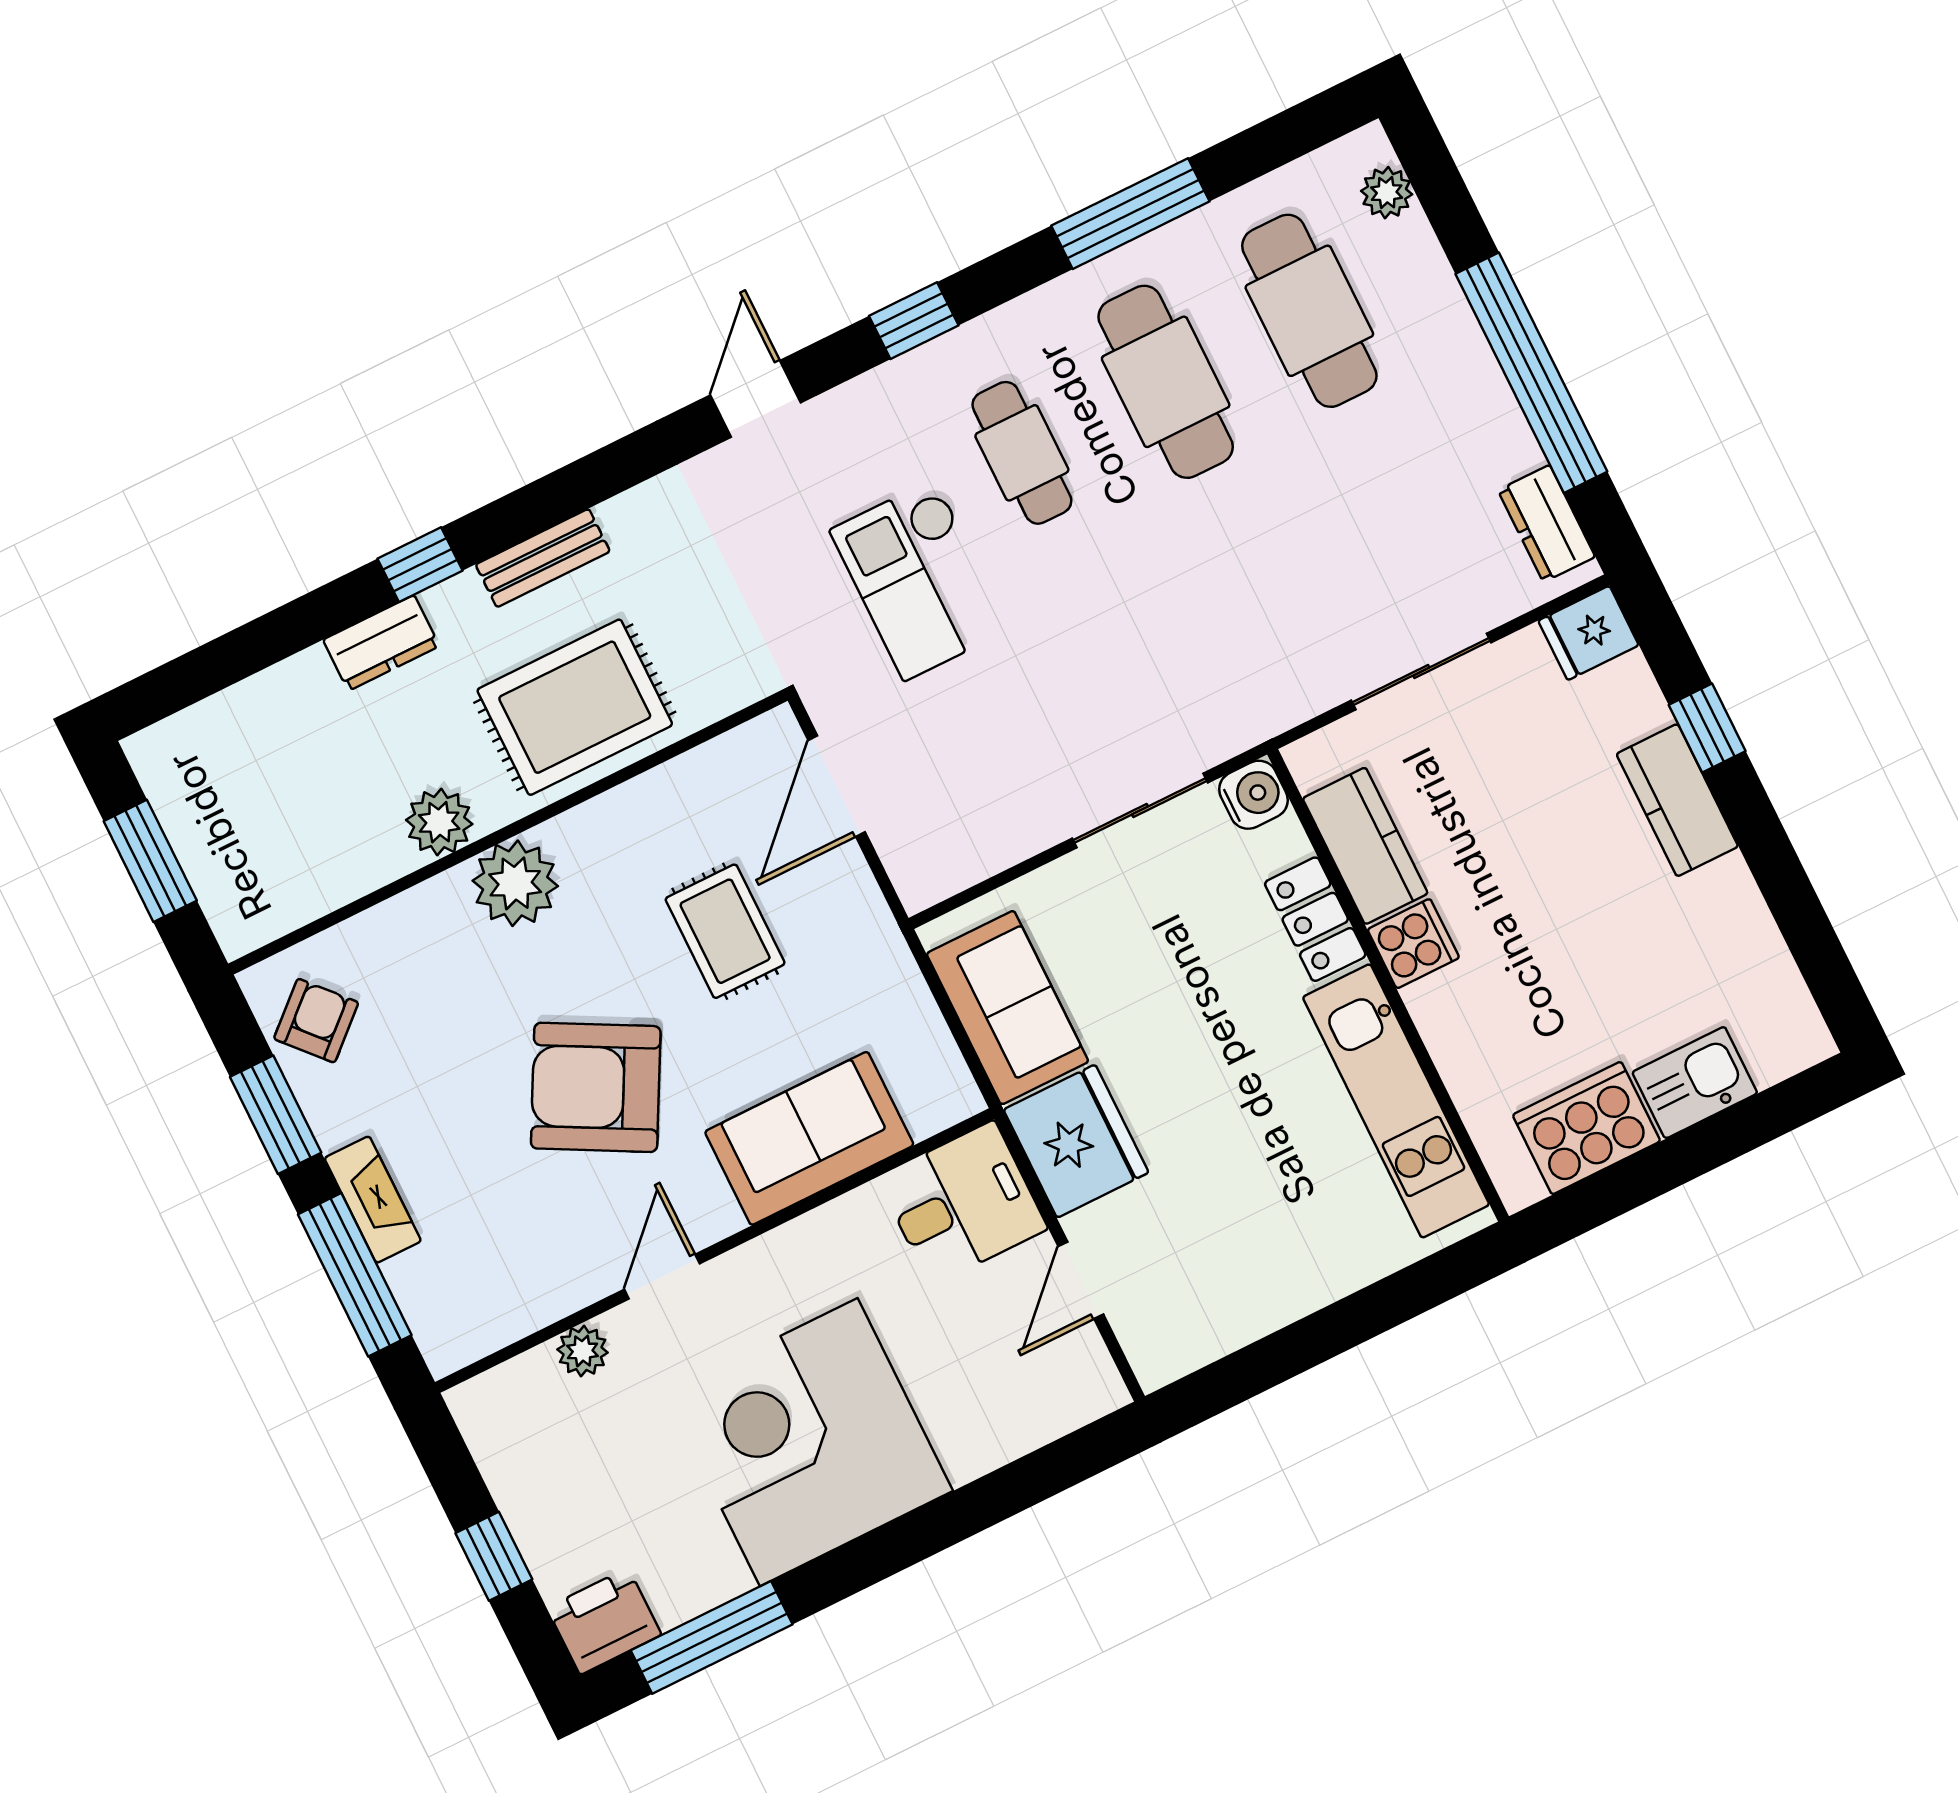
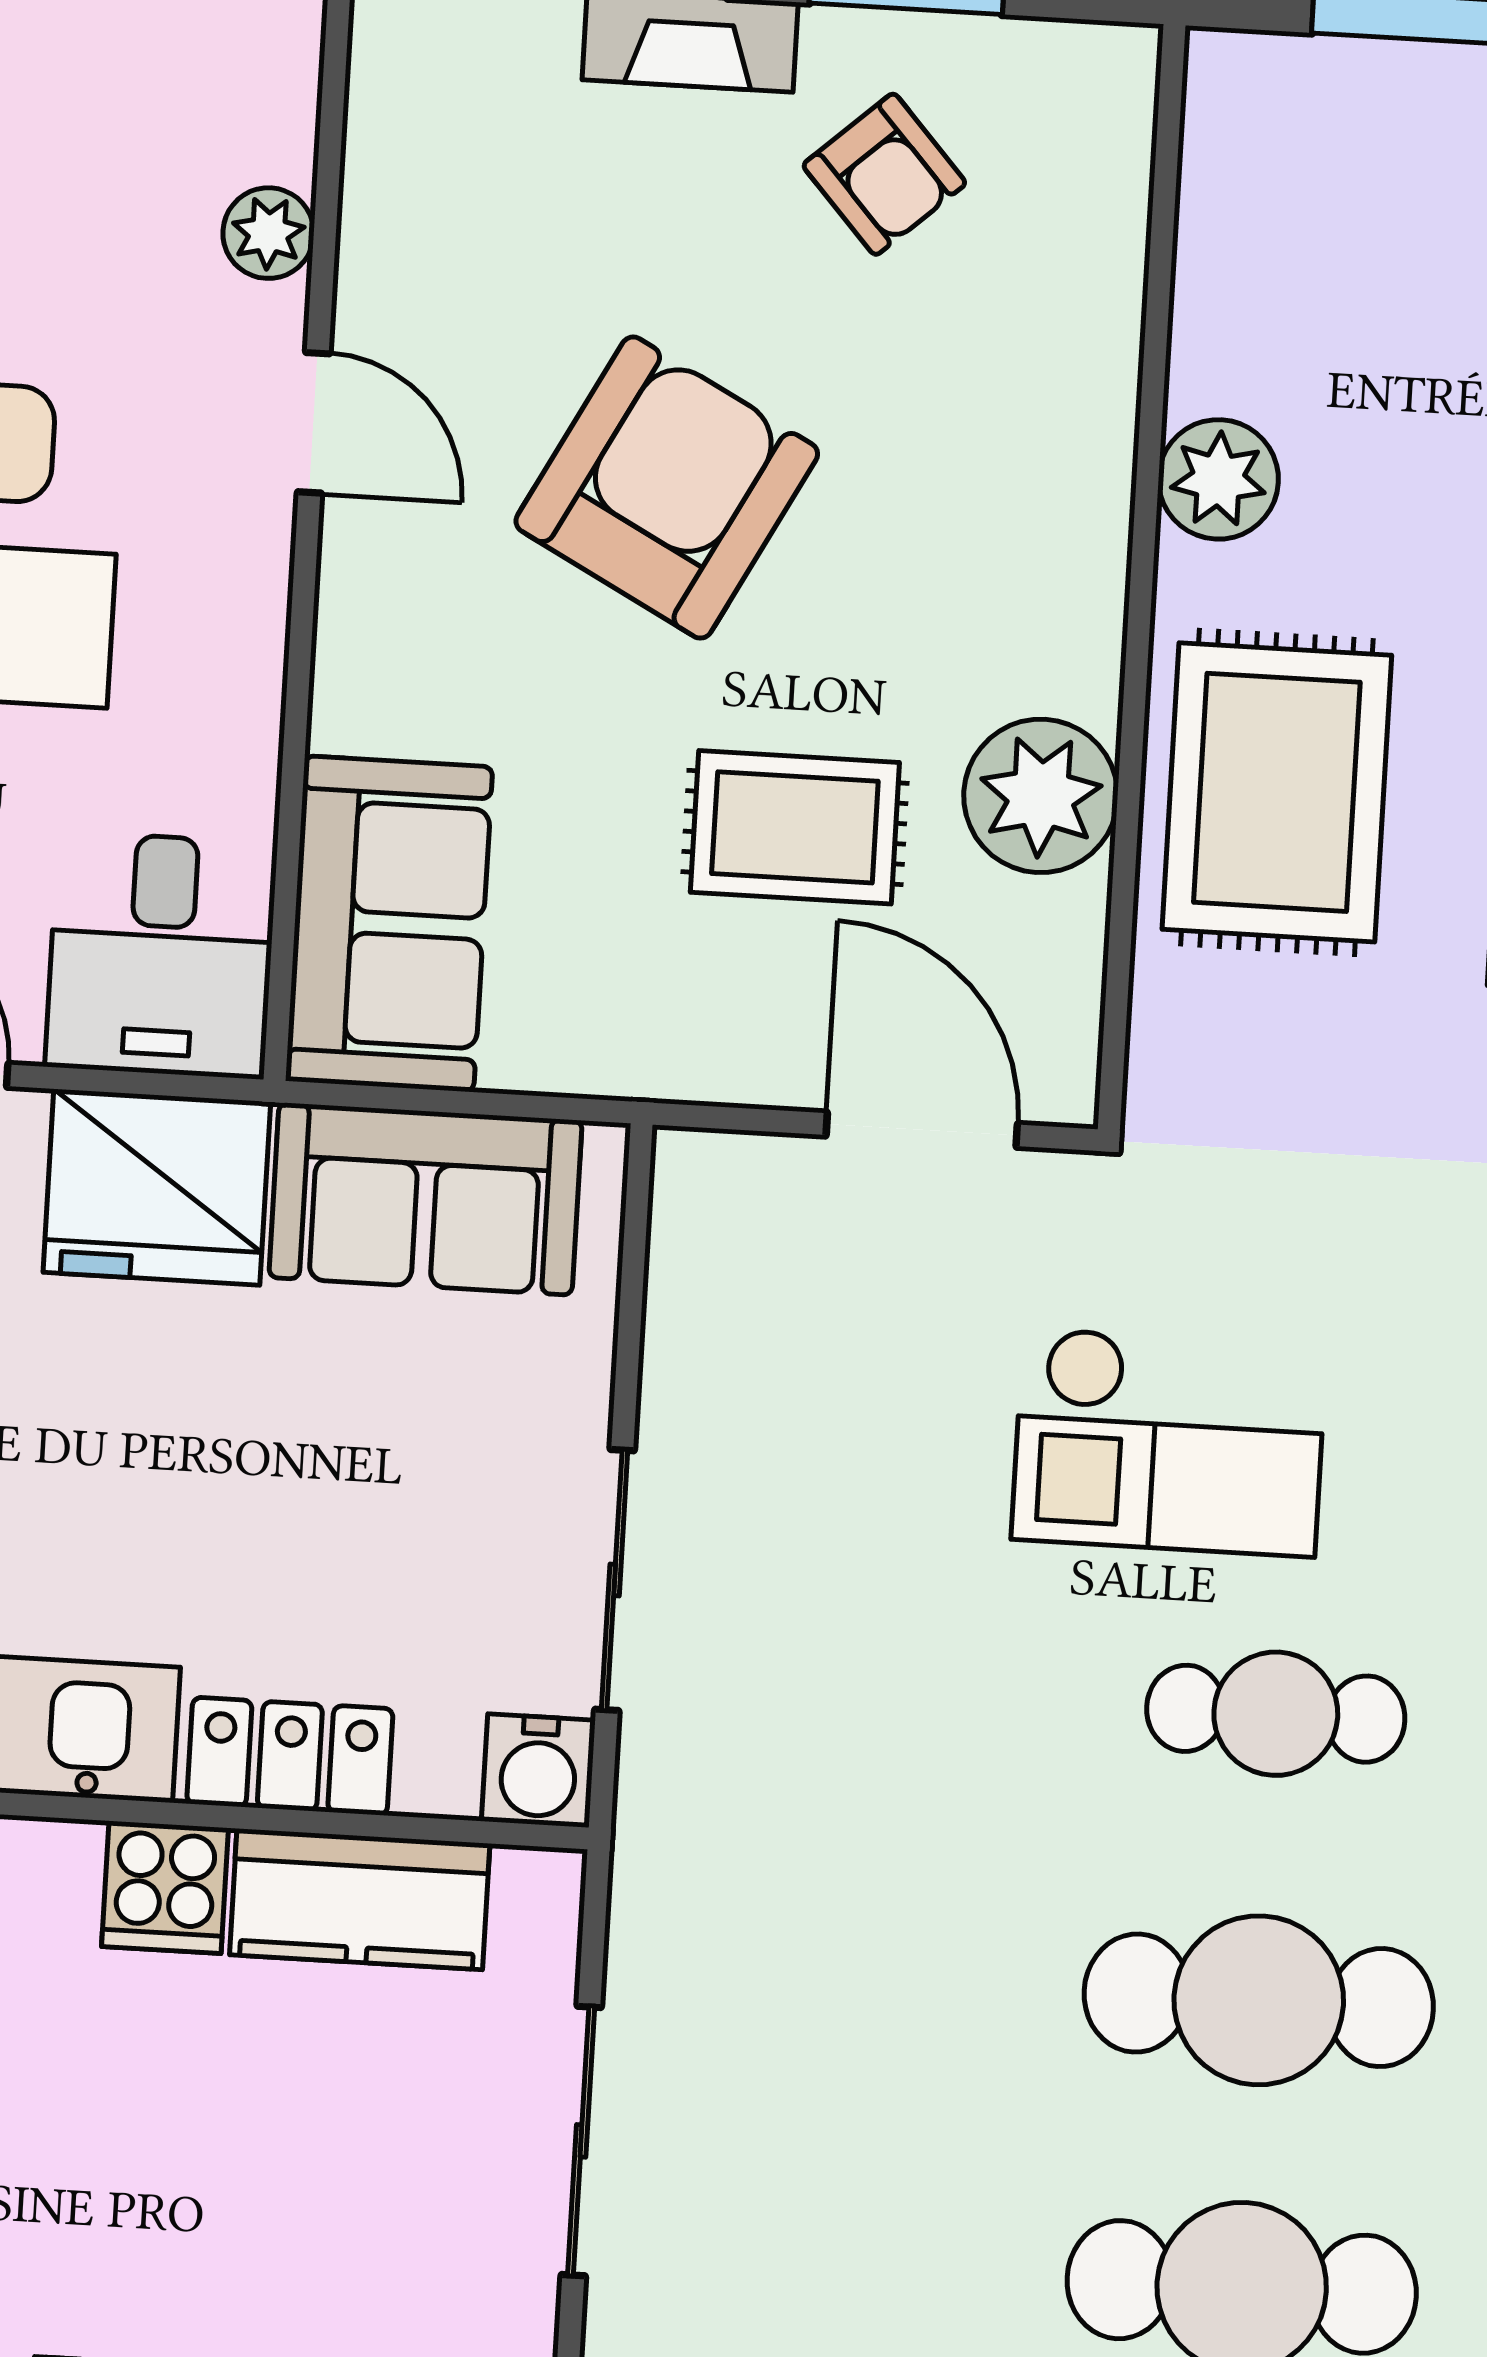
checkout: (920, 580) -> (1169, 1442), turned 180
plant: (515, 883) -> (1041, 796), moved
armchair: (316, 1021) -> (884, 174), moved
sofa: (809, 1138) -> (389, 924), moved

